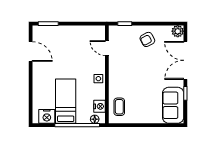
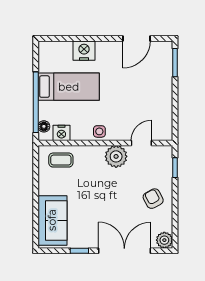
plant: (117, 66) -> (116, 156), added
sofa: (173, 105) -> (52, 220), moved, turned 90
nightstand: (47, 116) -> (84, 51), moved, turned 90

